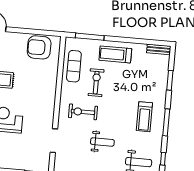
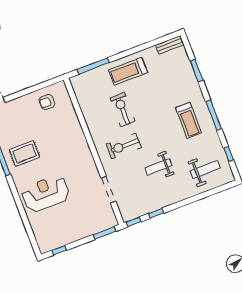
armchair: (39, 47) -> (47, 102), width x0.53, depth x0.53
exercise mat: (74, 66) -> (92, 104), removed
weight bench: (102, 142) -> (158, 167), turned 180

